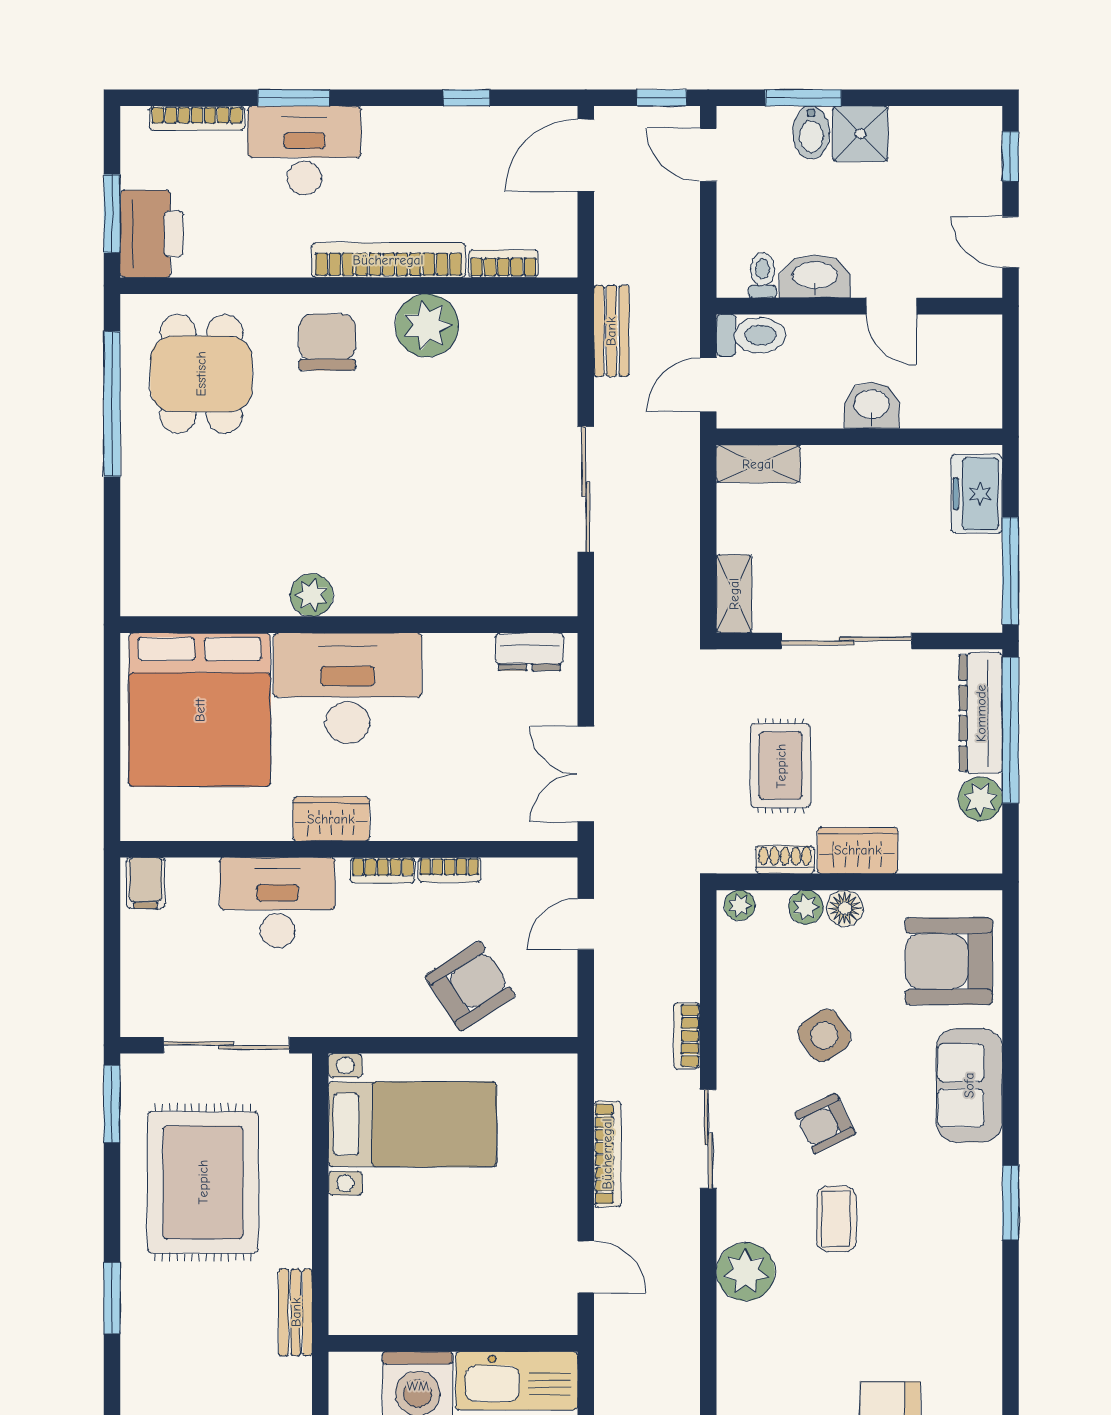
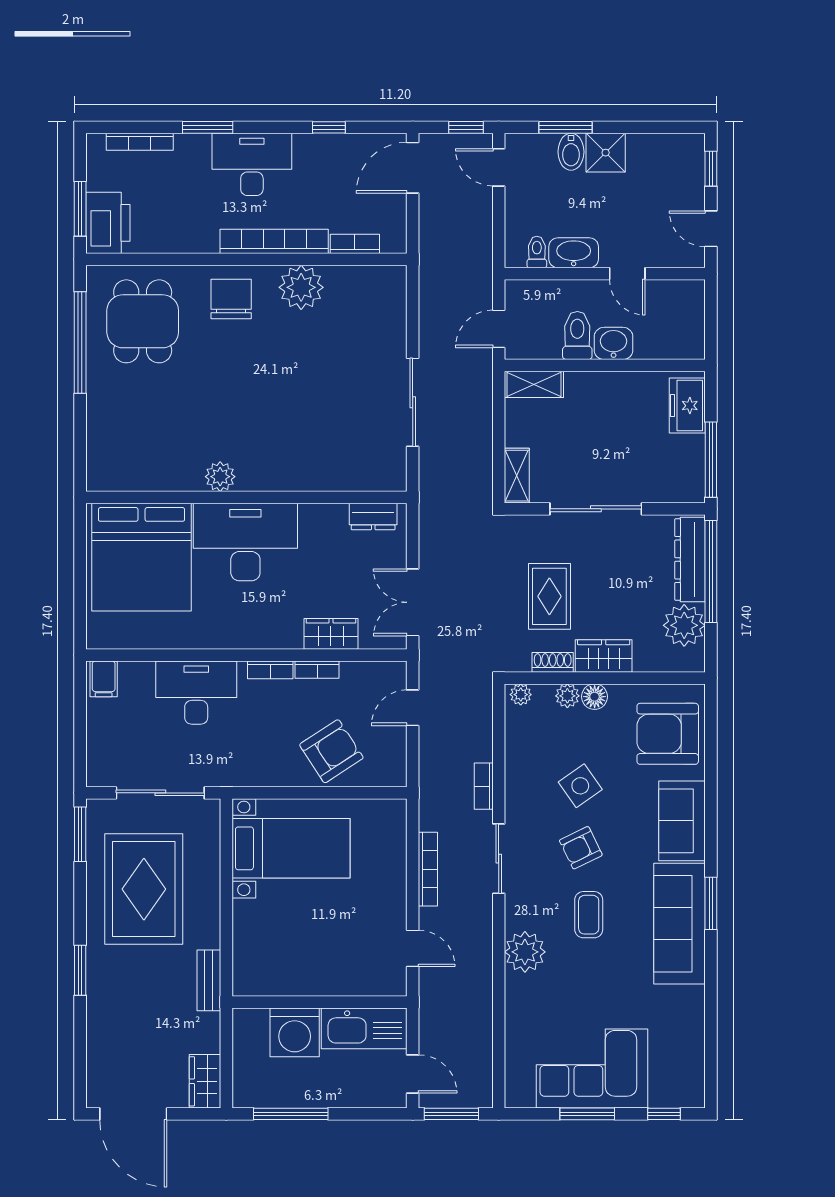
desk: (304, 150) -> (252, 164), moved
bench: (611, 331) -> (431, 291), removed
toilet: (751, 335) -> (577, 336), moved, turned -90
plant: (980, 799) -> (684, 625), width x1.36, depth x1.36
wardrobe: (331, 819) -> (331, 634), moved
sofa: (966, 1232) -> (680, 924), added

